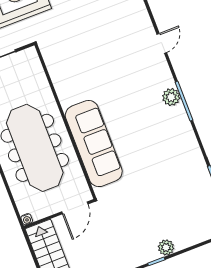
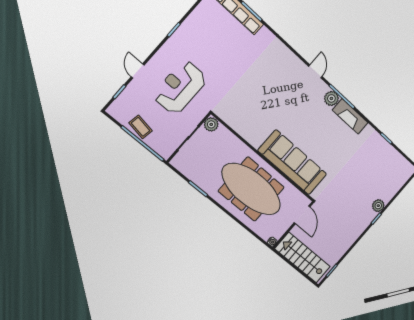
door: (162, 43) -> (315, 71), moved
plant: (29, 56) -> (211, 124), added
fireplace: (183, 128) -> (350, 116), added

